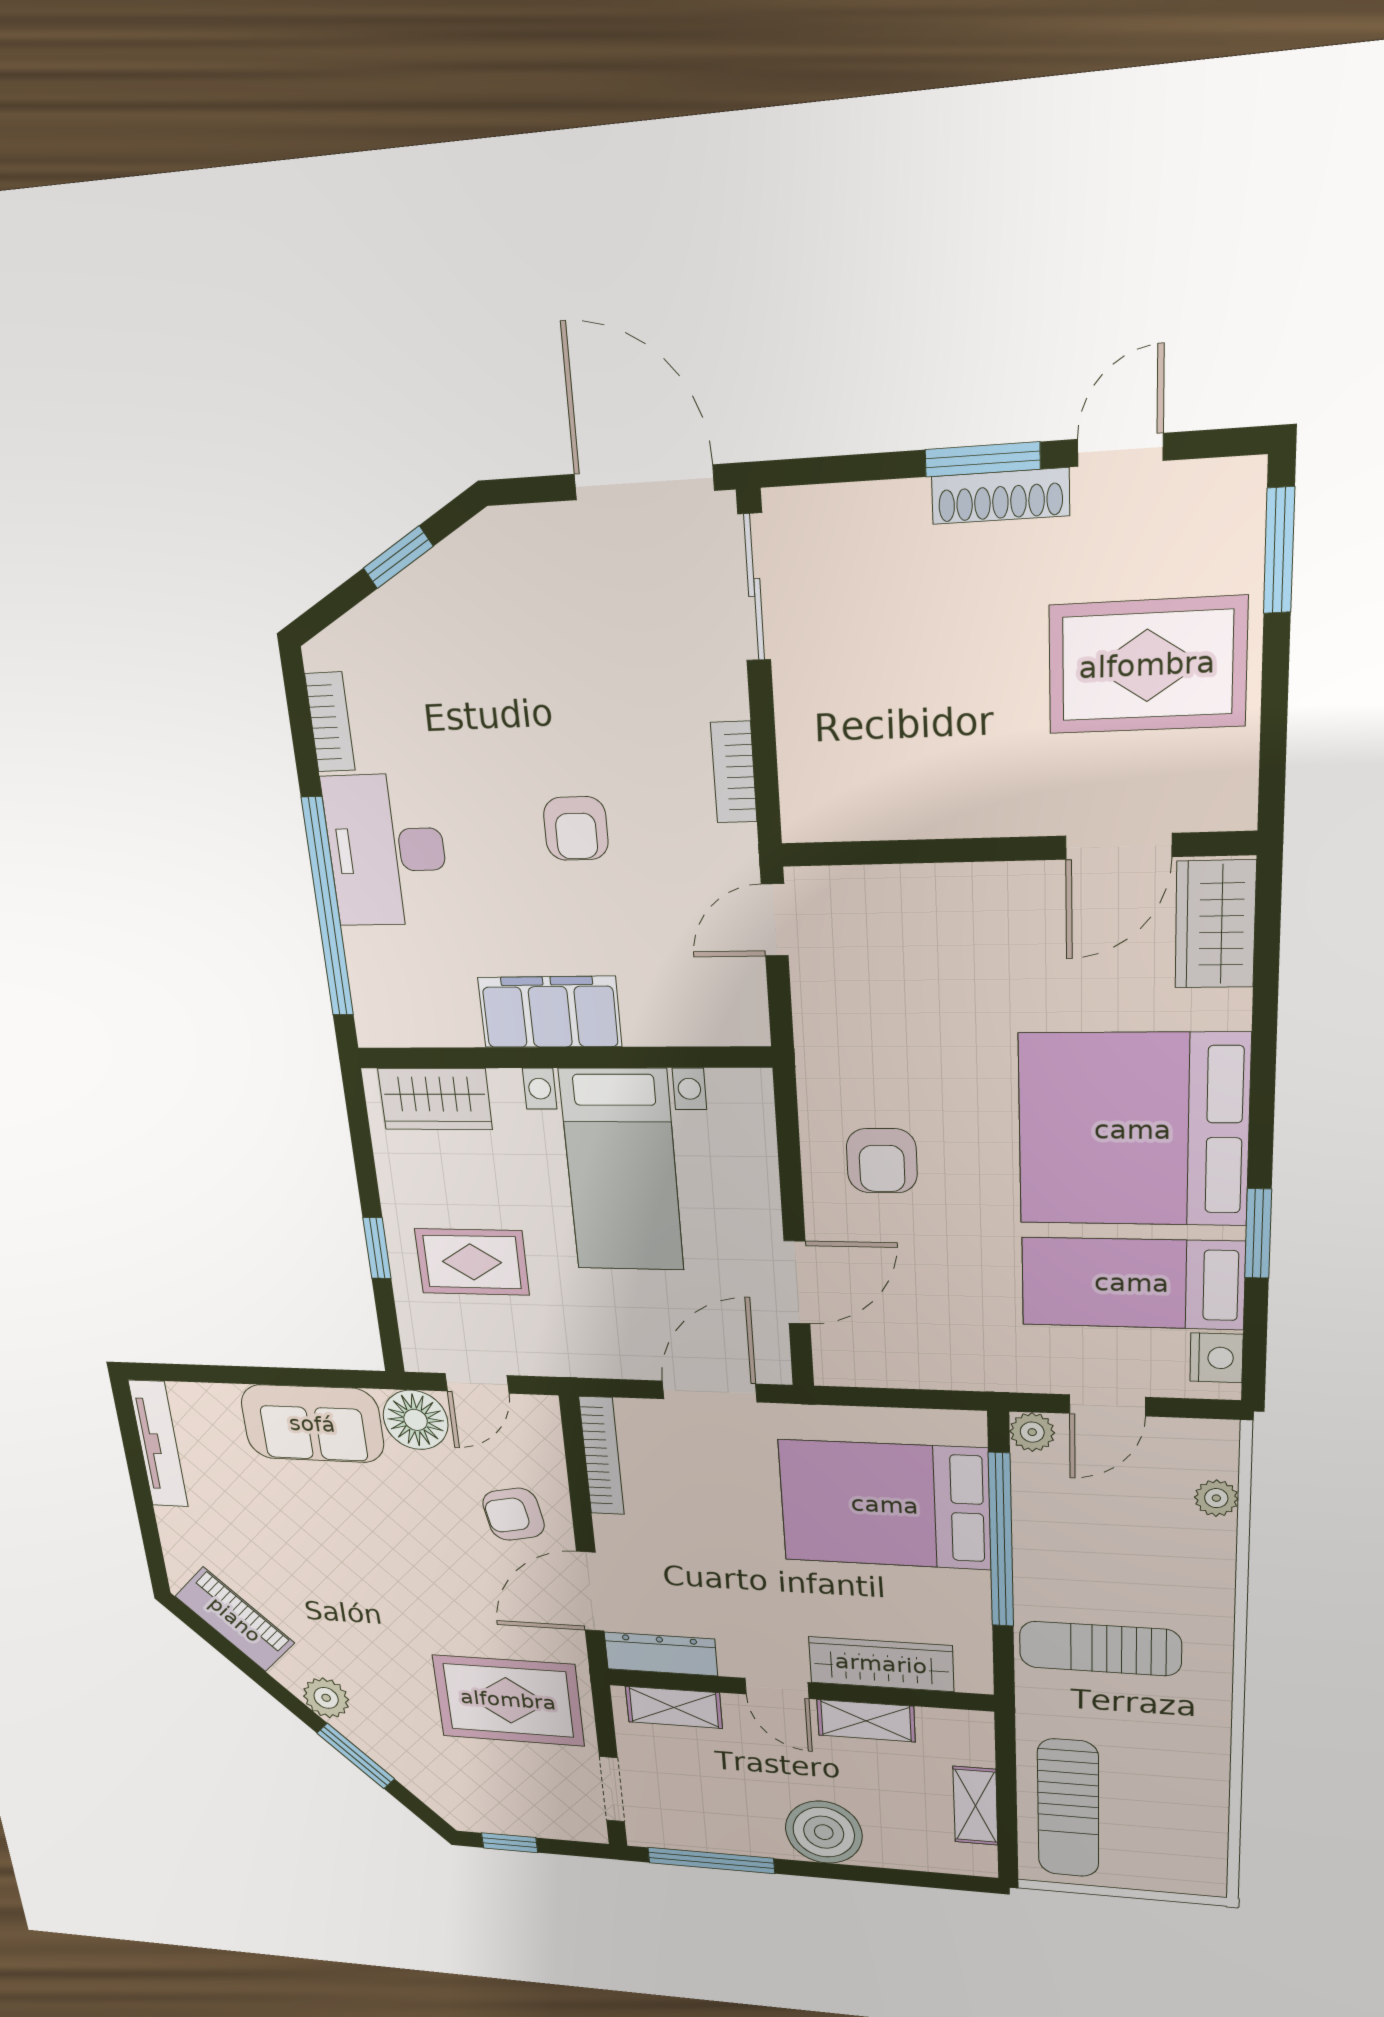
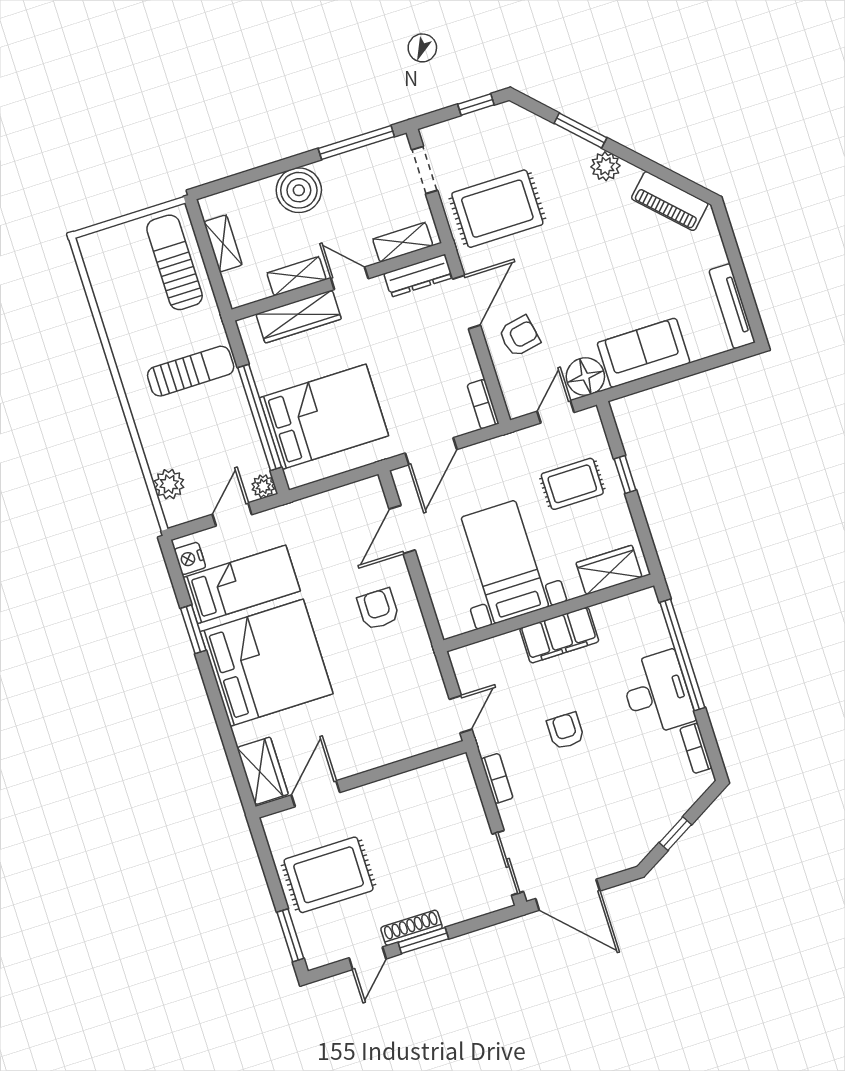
bookcase: (602, 1456) -> (483, 404), width x0.64
plant: (1216, 1498) -> (169, 484), width x1.38, depth x1.38

